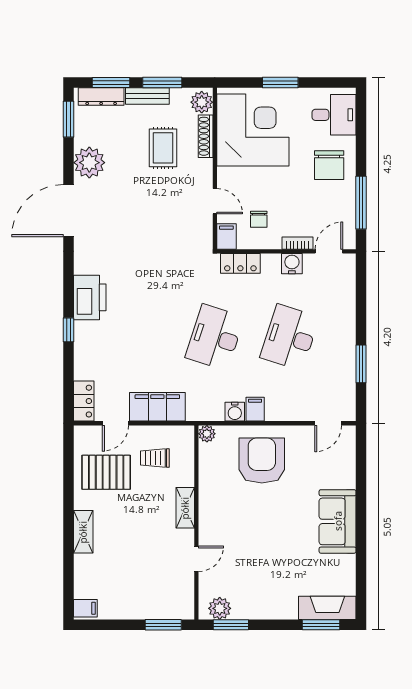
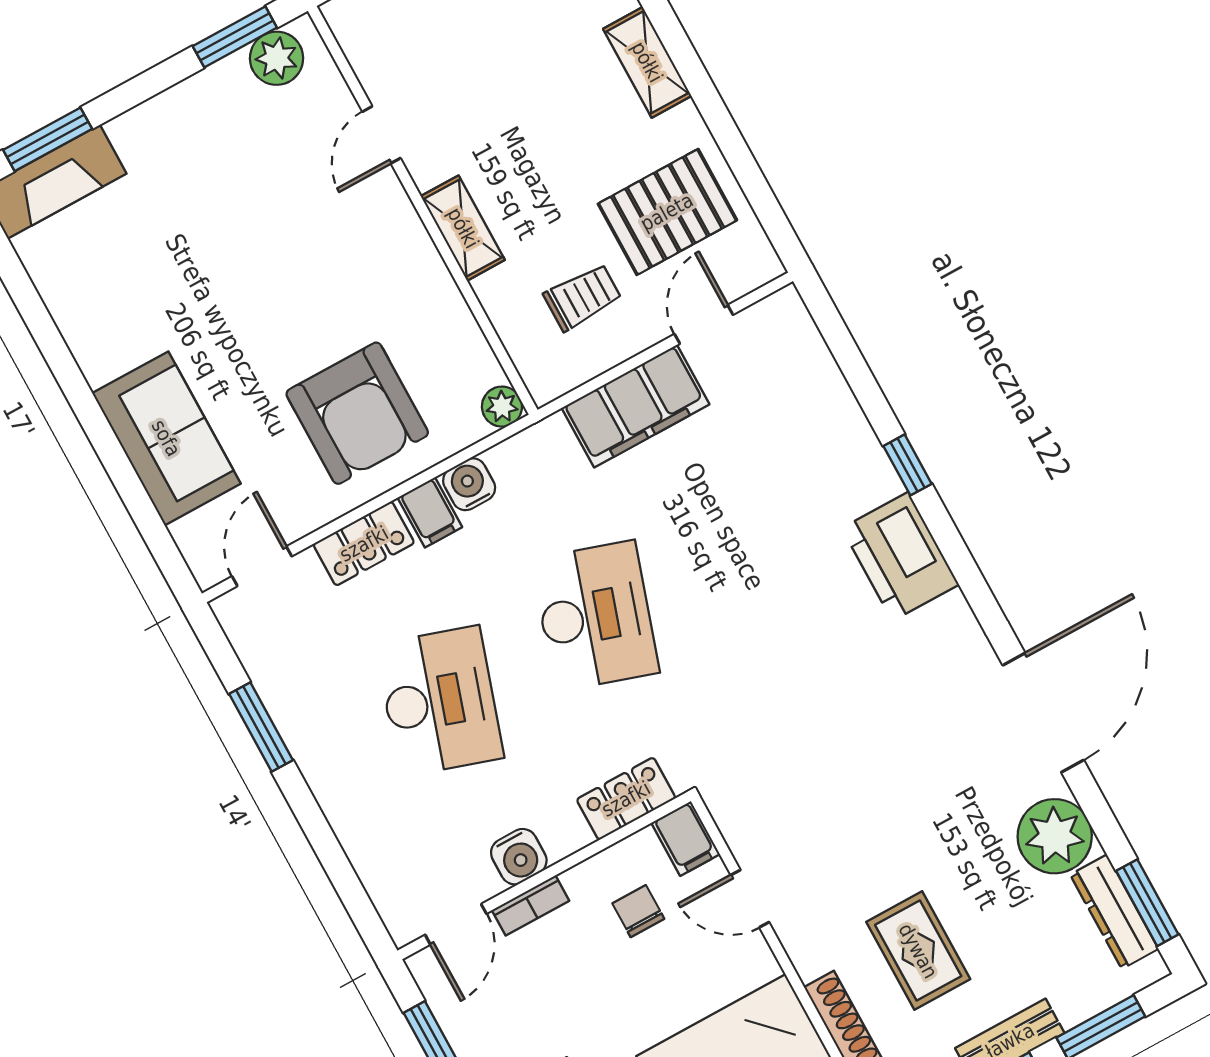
dresser: (101, 97) -> (1114, 912), moved, turned -90
locker: (84, 401) -> (364, 544), moved, turned -90
sofa: (338, 521) -> (166, 438), moved

